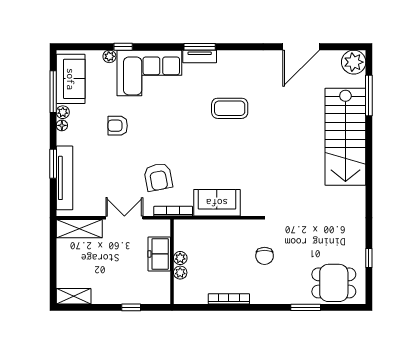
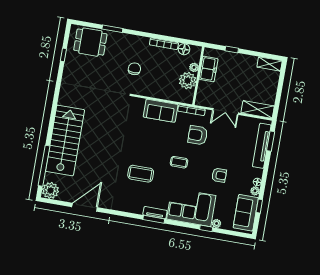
window: (53, 92) -> (259, 206), width x0.46
window: (369, 95) -> (44, 166), width x1.46
coffee table: (178, 134) -> (179, 162), added
window: (53, 164) -> (271, 141), moved
armchair: (158, 177) -> (198, 135), turned -79
freezer: (159, 254) -> (208, 69), moved
plant: (180, 258) -> (188, 81), width x1.88, depth x1.88
floor lamp: (199, 296) -> (184, 49), added

